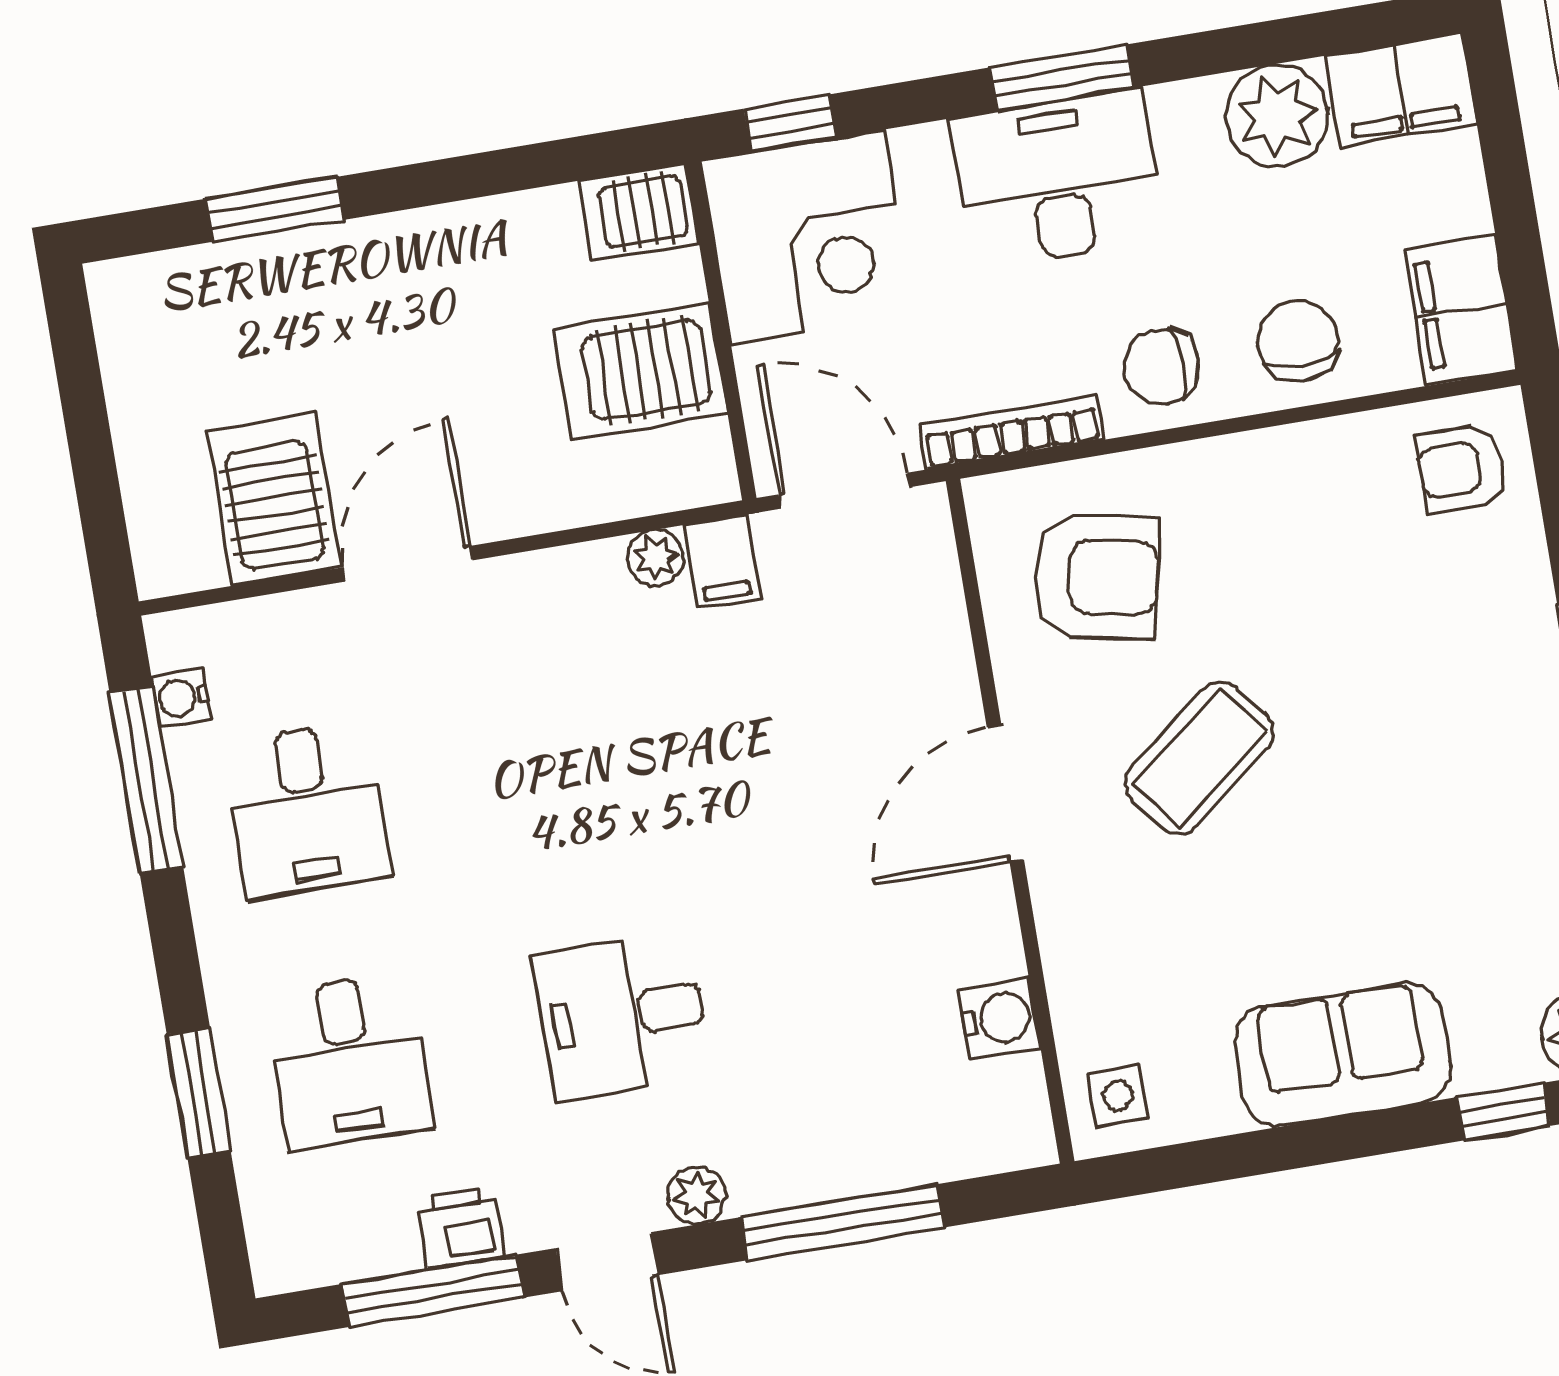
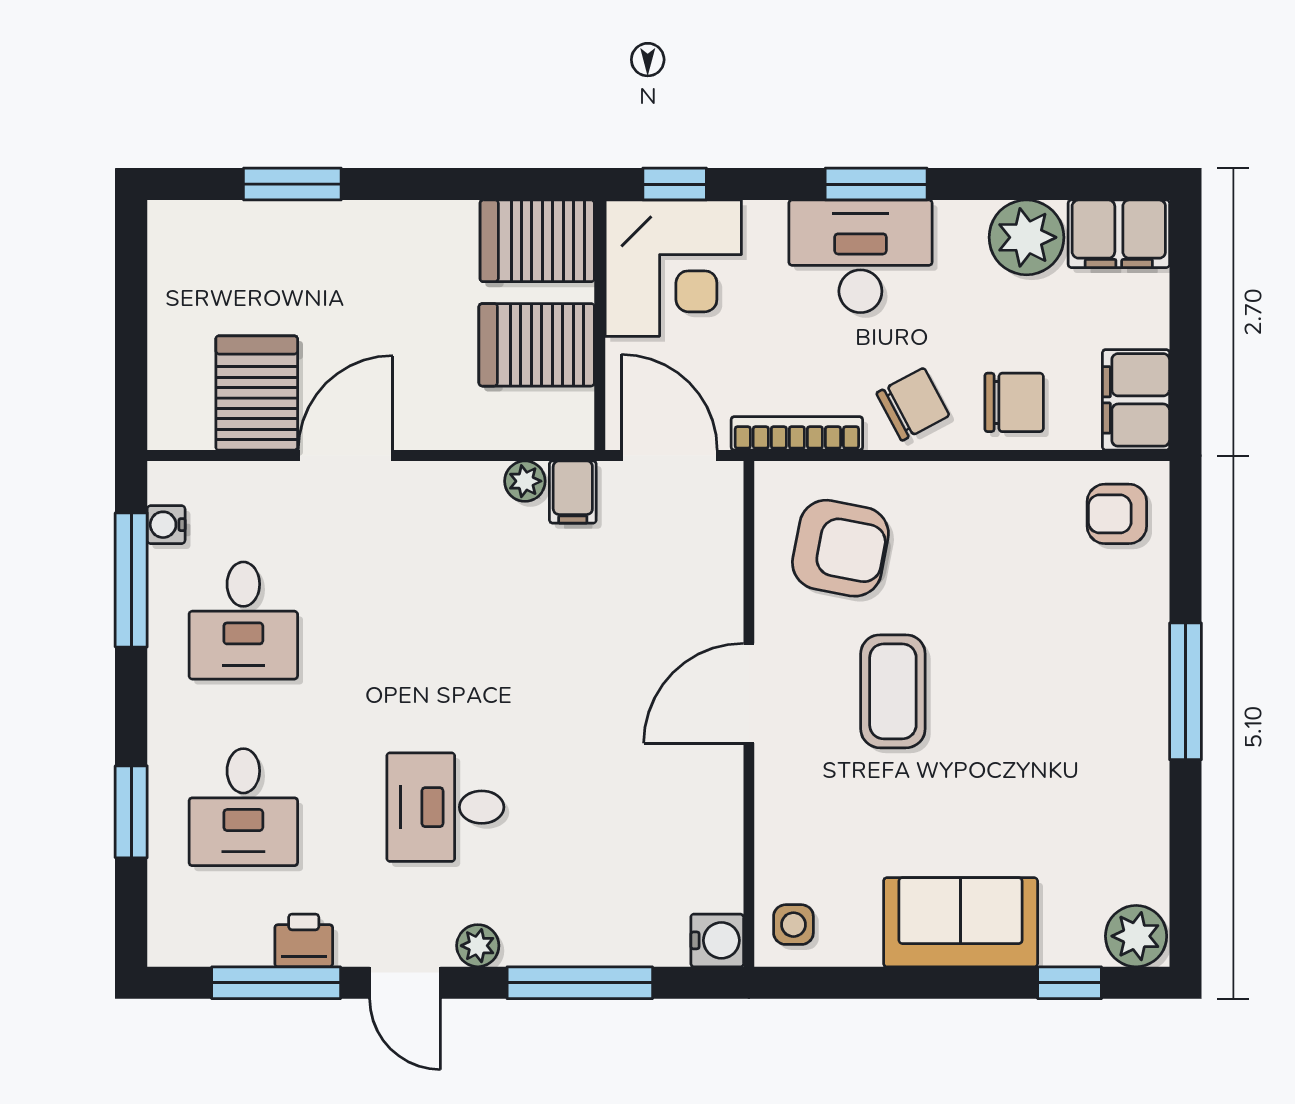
server rack: (639, 212) -> (537, 241), width x1.36, depth x1.44
chair: (1298, 341) -> (1014, 402), turned 90
chair: (1161, 367) -> (913, 404), turned 152
coffee table: (1199, 758) -> (893, 691), turned -52
water cooler: (999, 1019) -> (717, 940), moved

